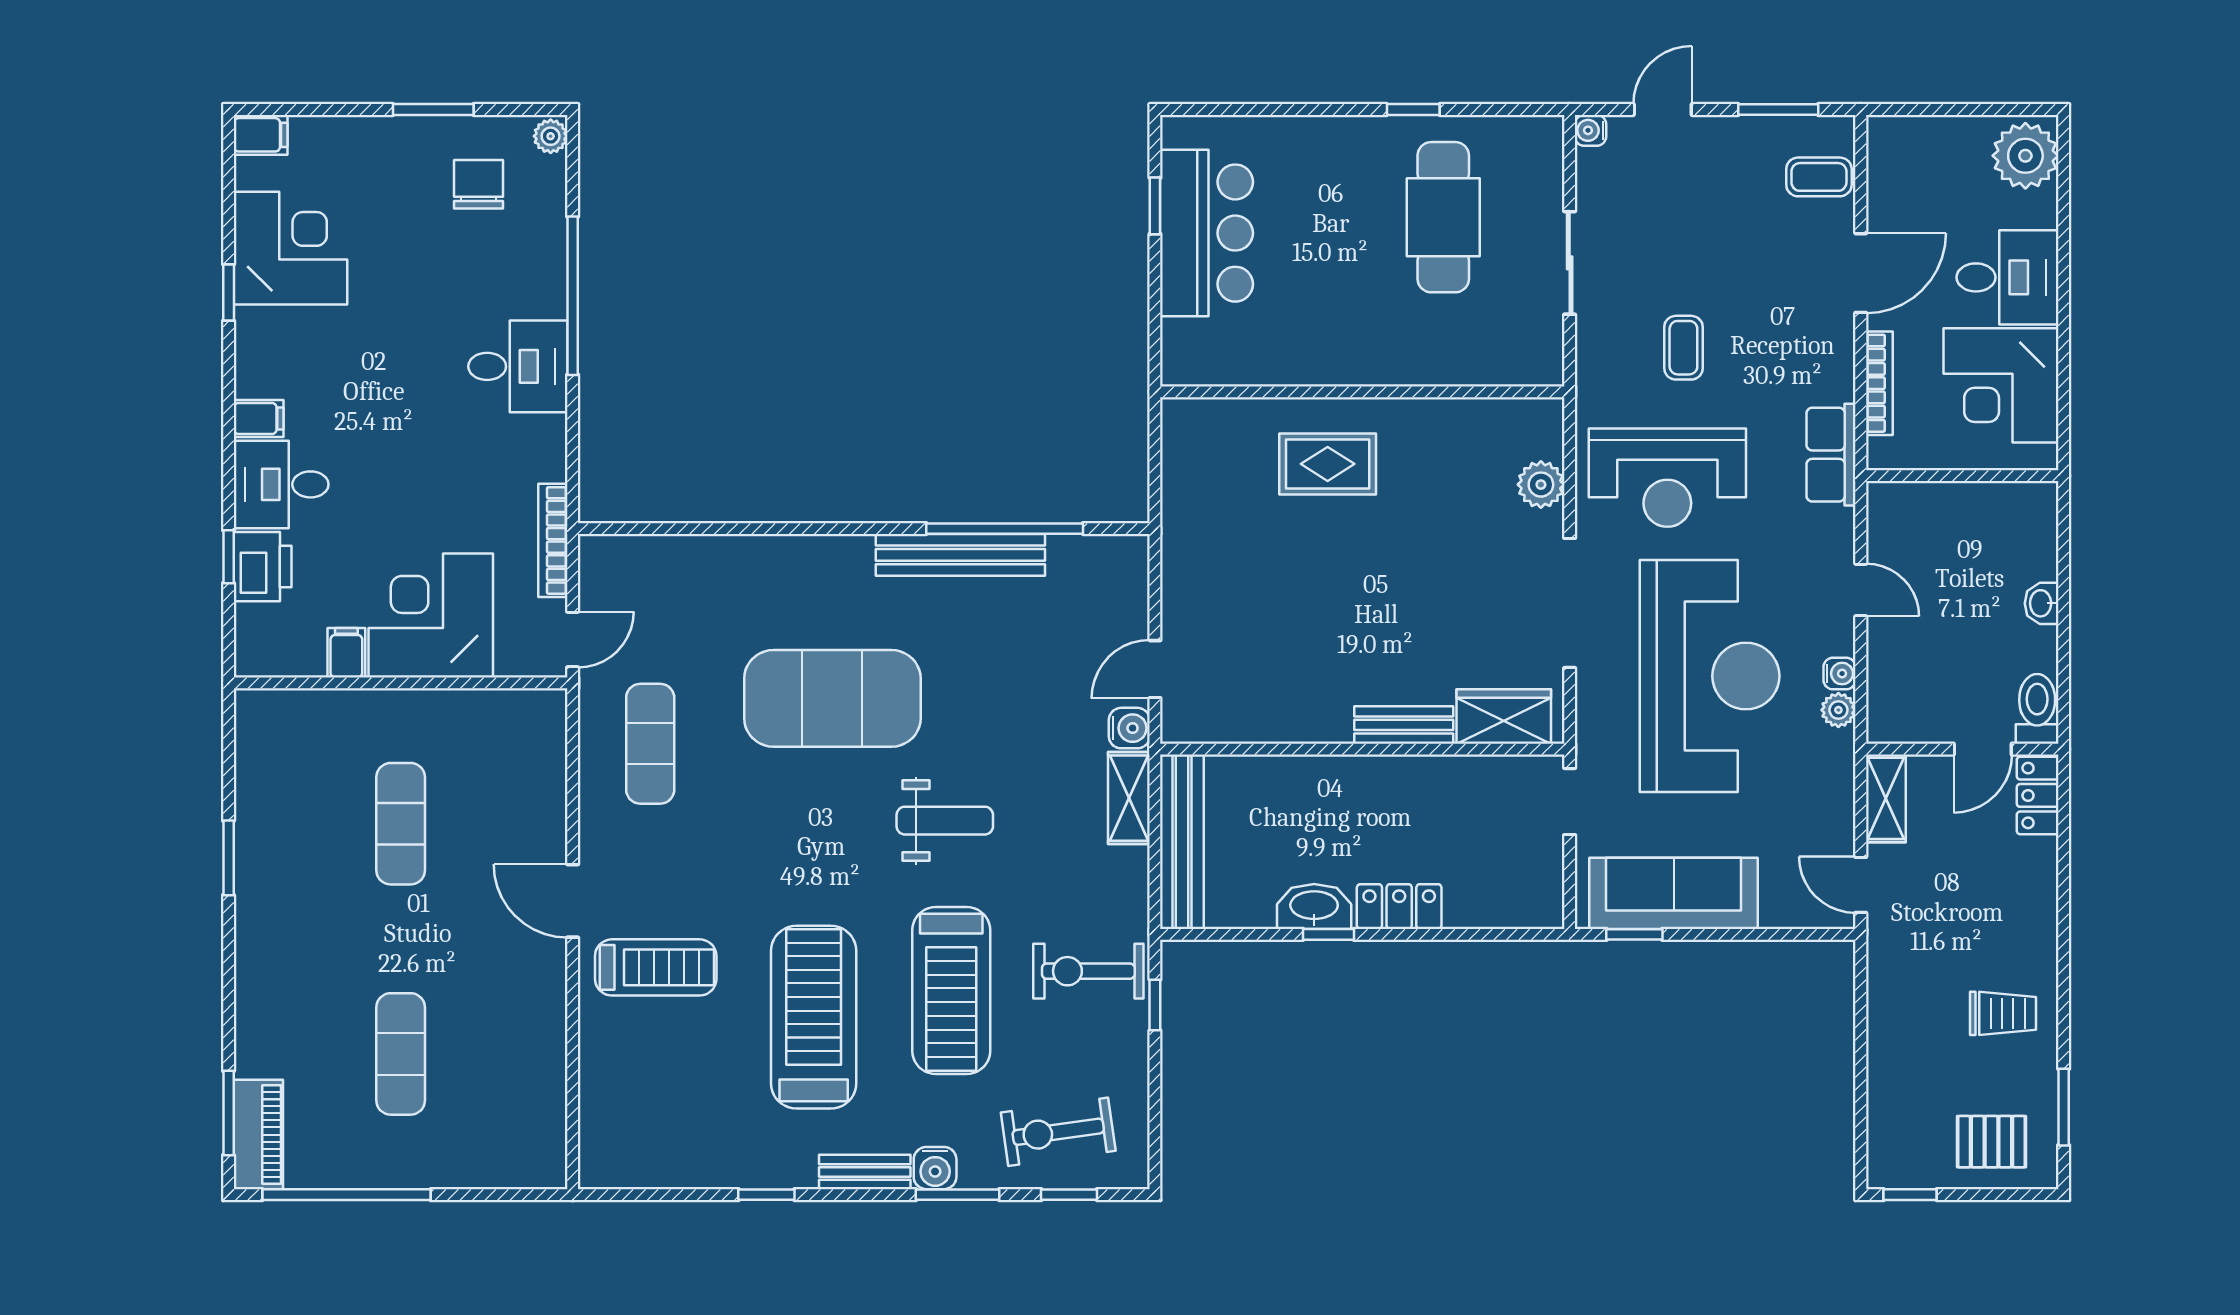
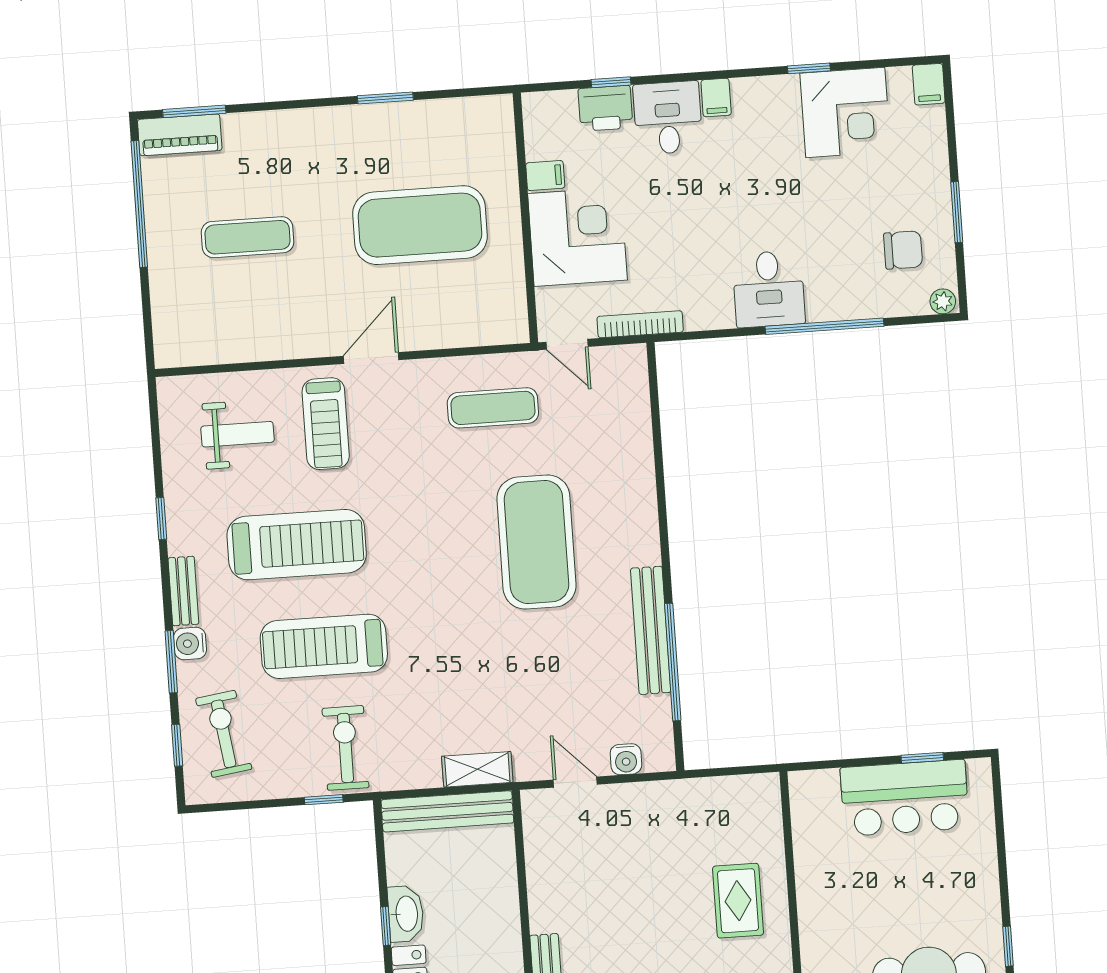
water cooler: (1129, 728) -> (626, 759), moved
weight bench: (945, 821) -> (238, 434), moved, turned -90
exercise mat: (401, 824) -> (420, 225), width x2.00, depth x1.45

